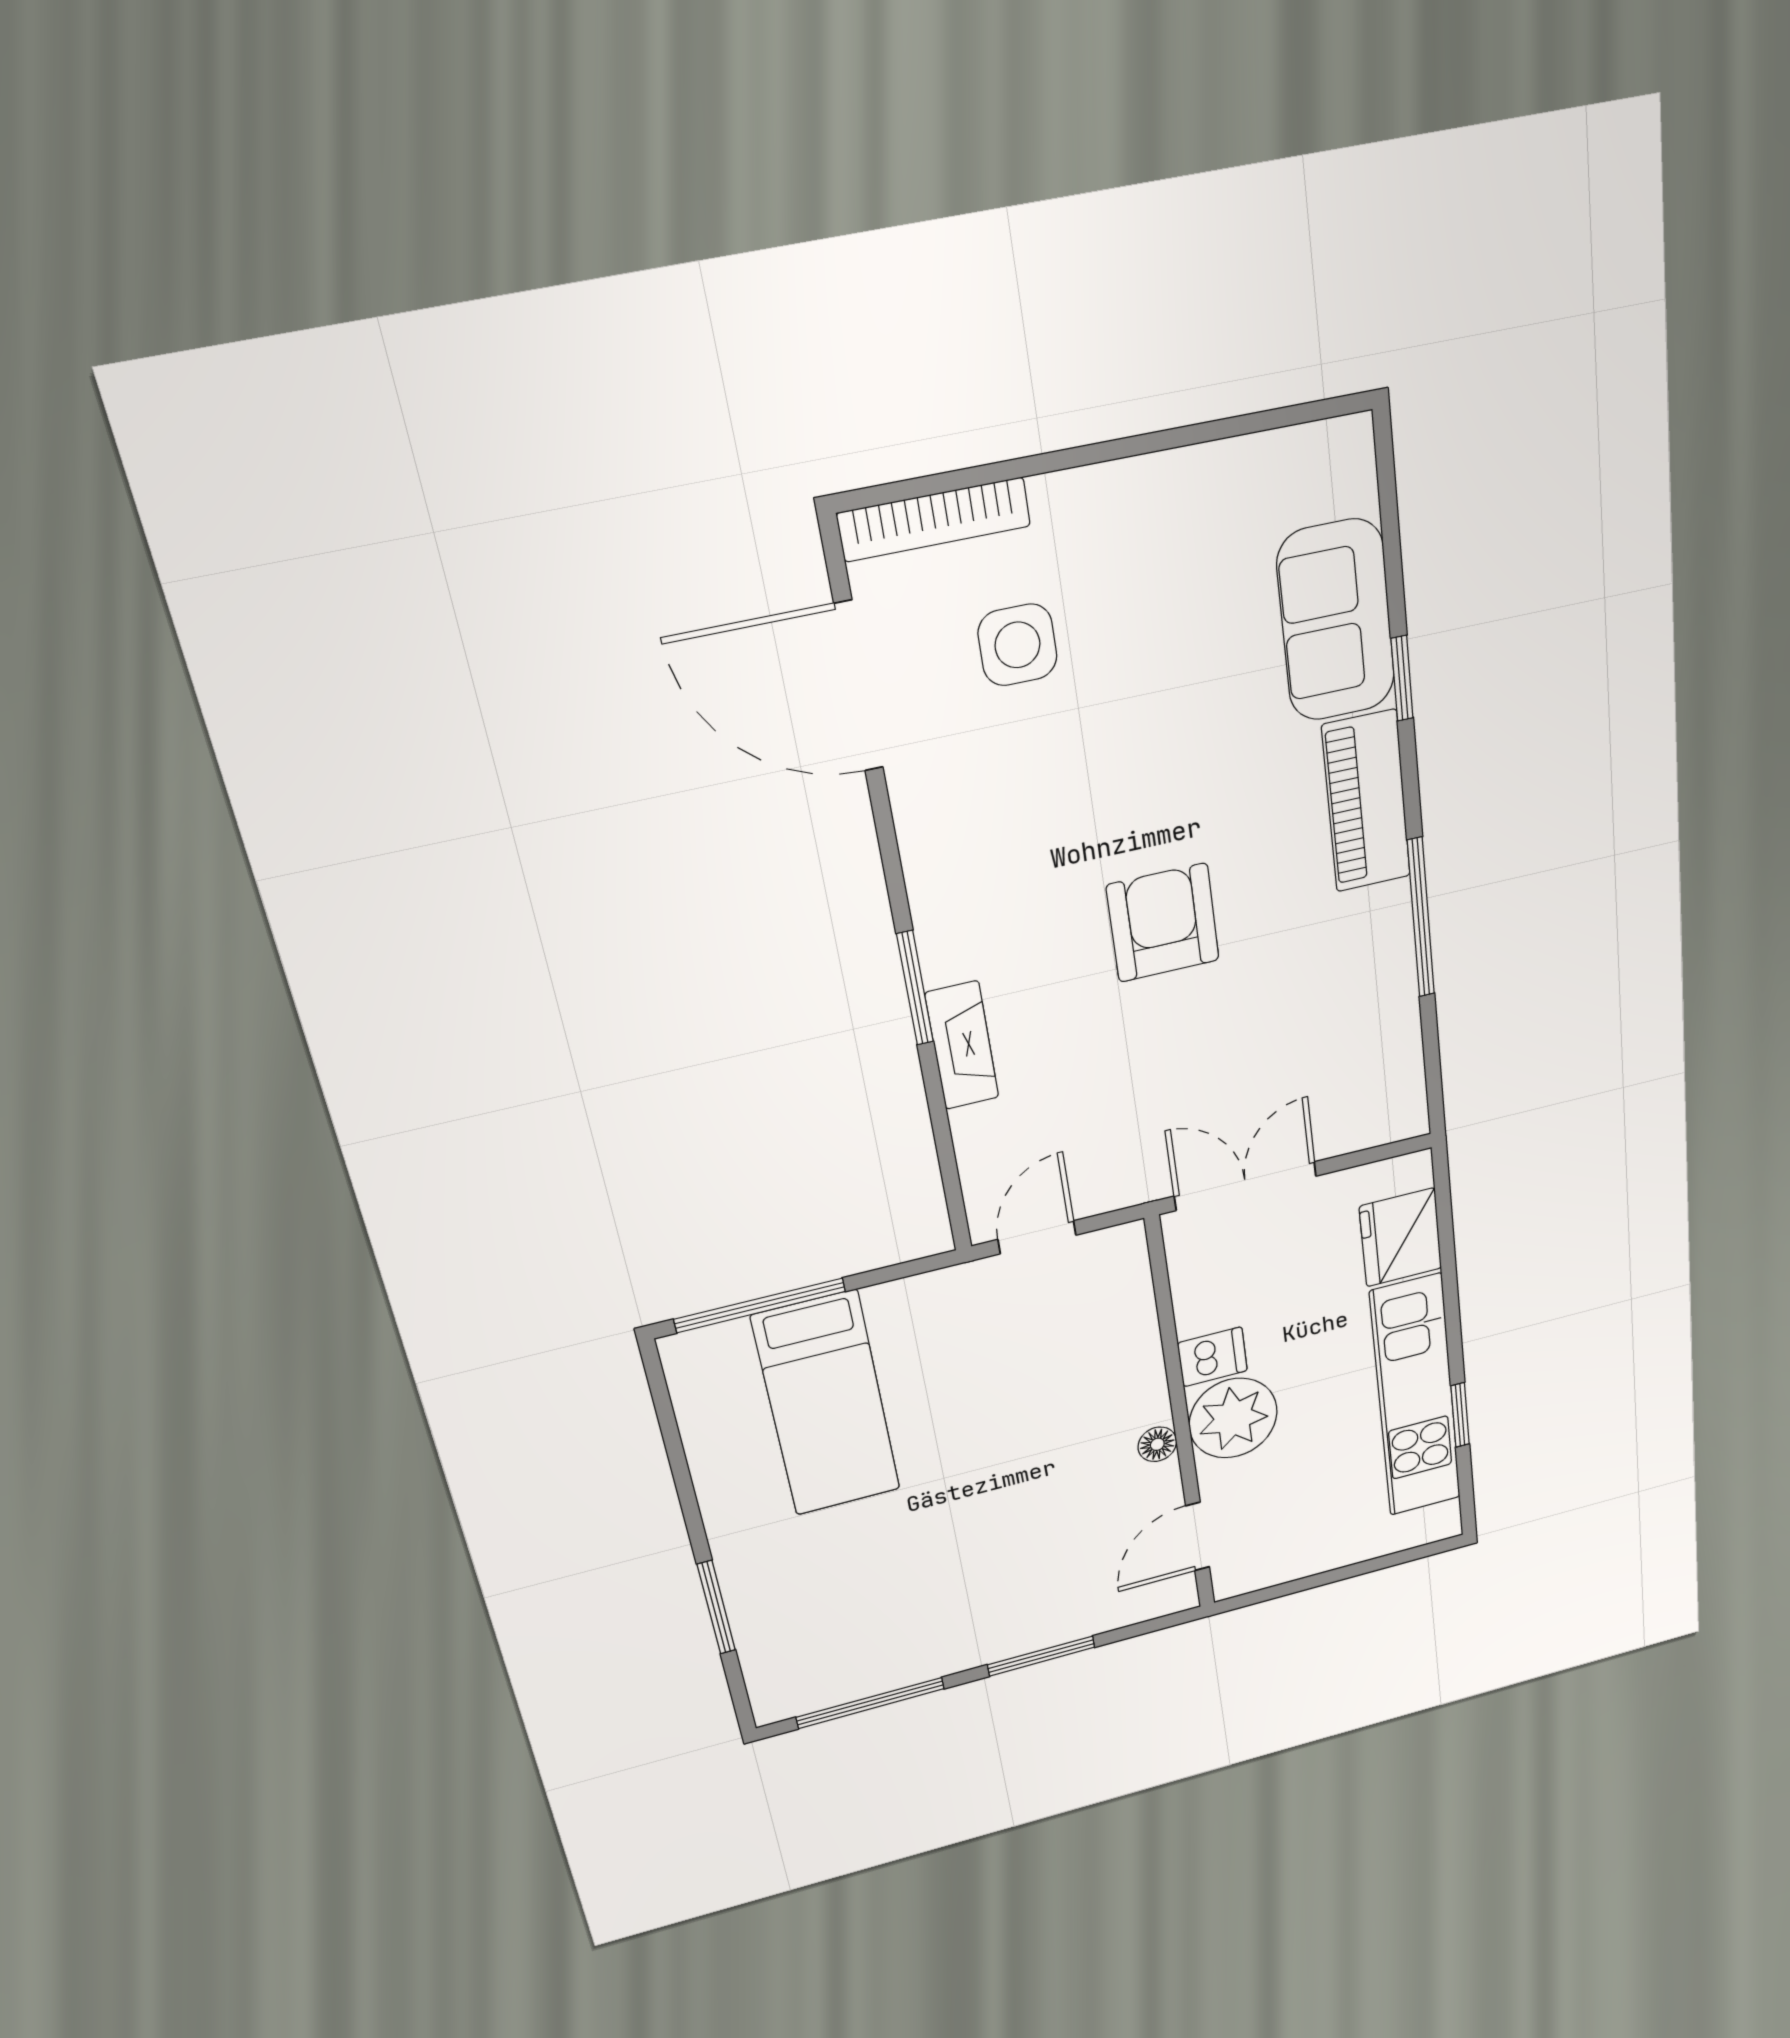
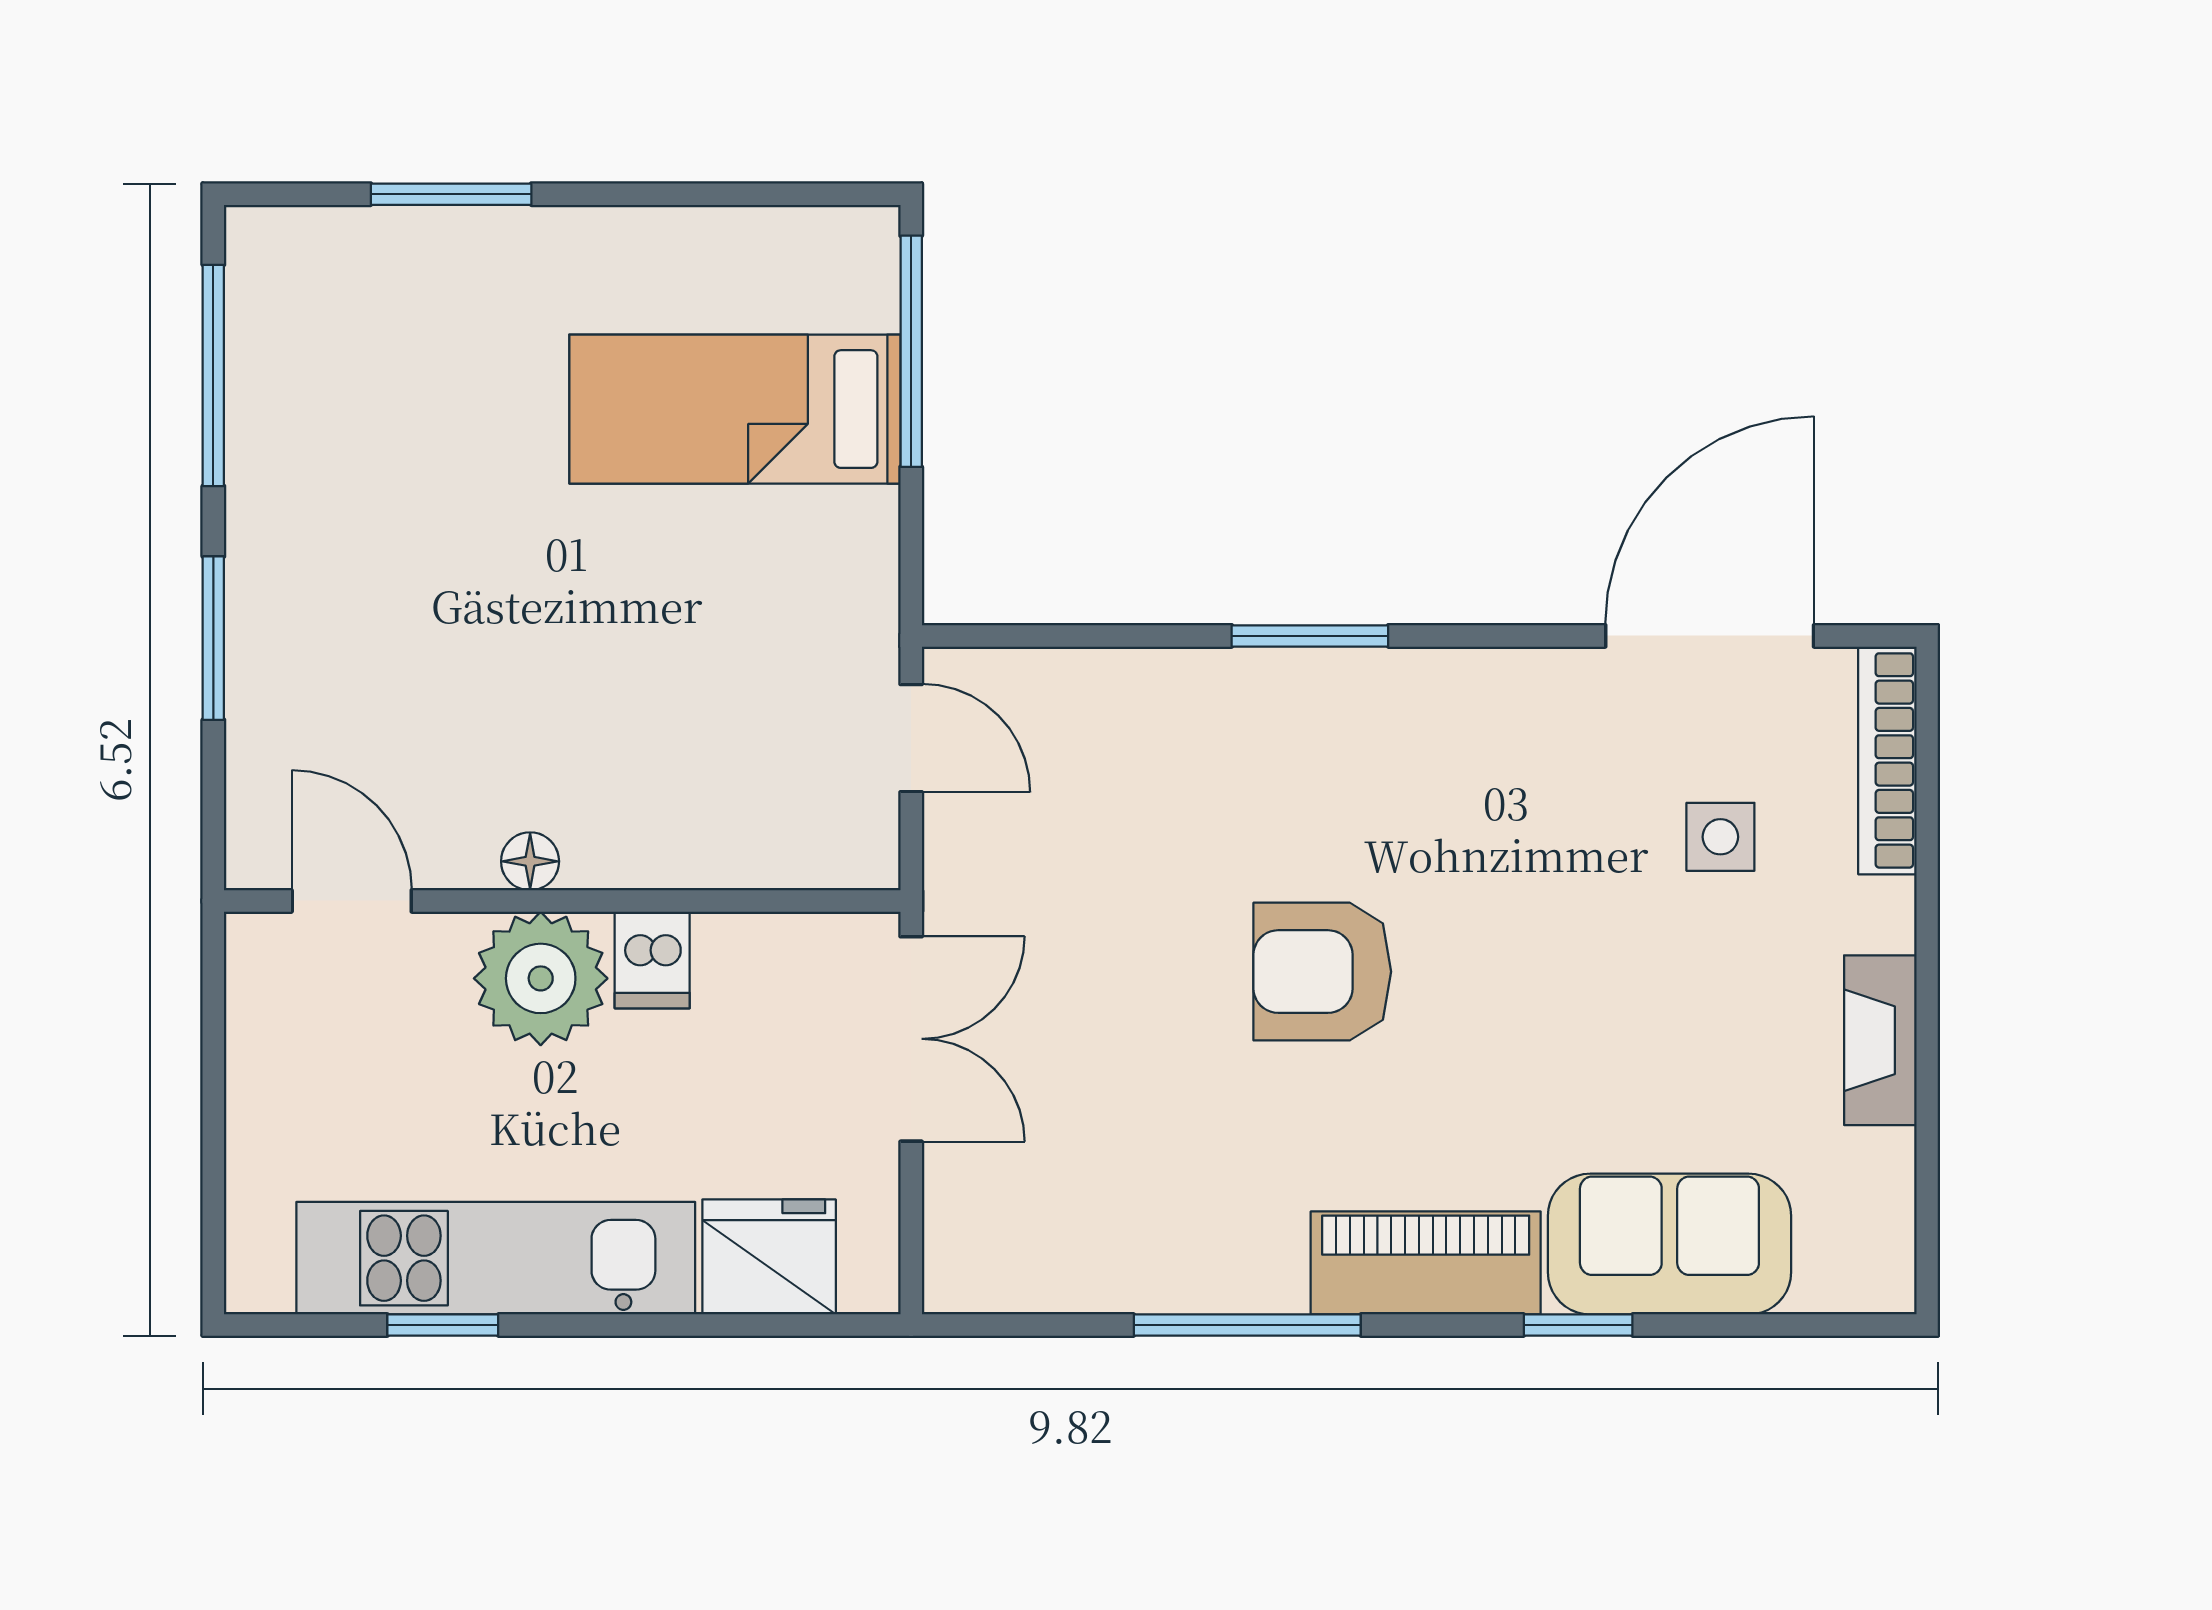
side table: (1018, 645) -> (1720, 837), width x0.73, depth x0.73
armchair: (1163, 923) -> (1322, 972), turned 180
fireplace: (962, 1045) -> (1880, 1040), moved, turned 90

